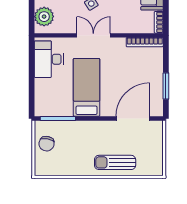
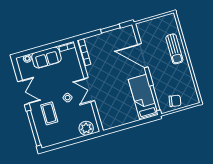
desk: (49, 59) -> (115, 116), removed
bed: (87, 87) -> (143, 97), moved, turned 90
door: (133, 118) -> (143, 56), moved

